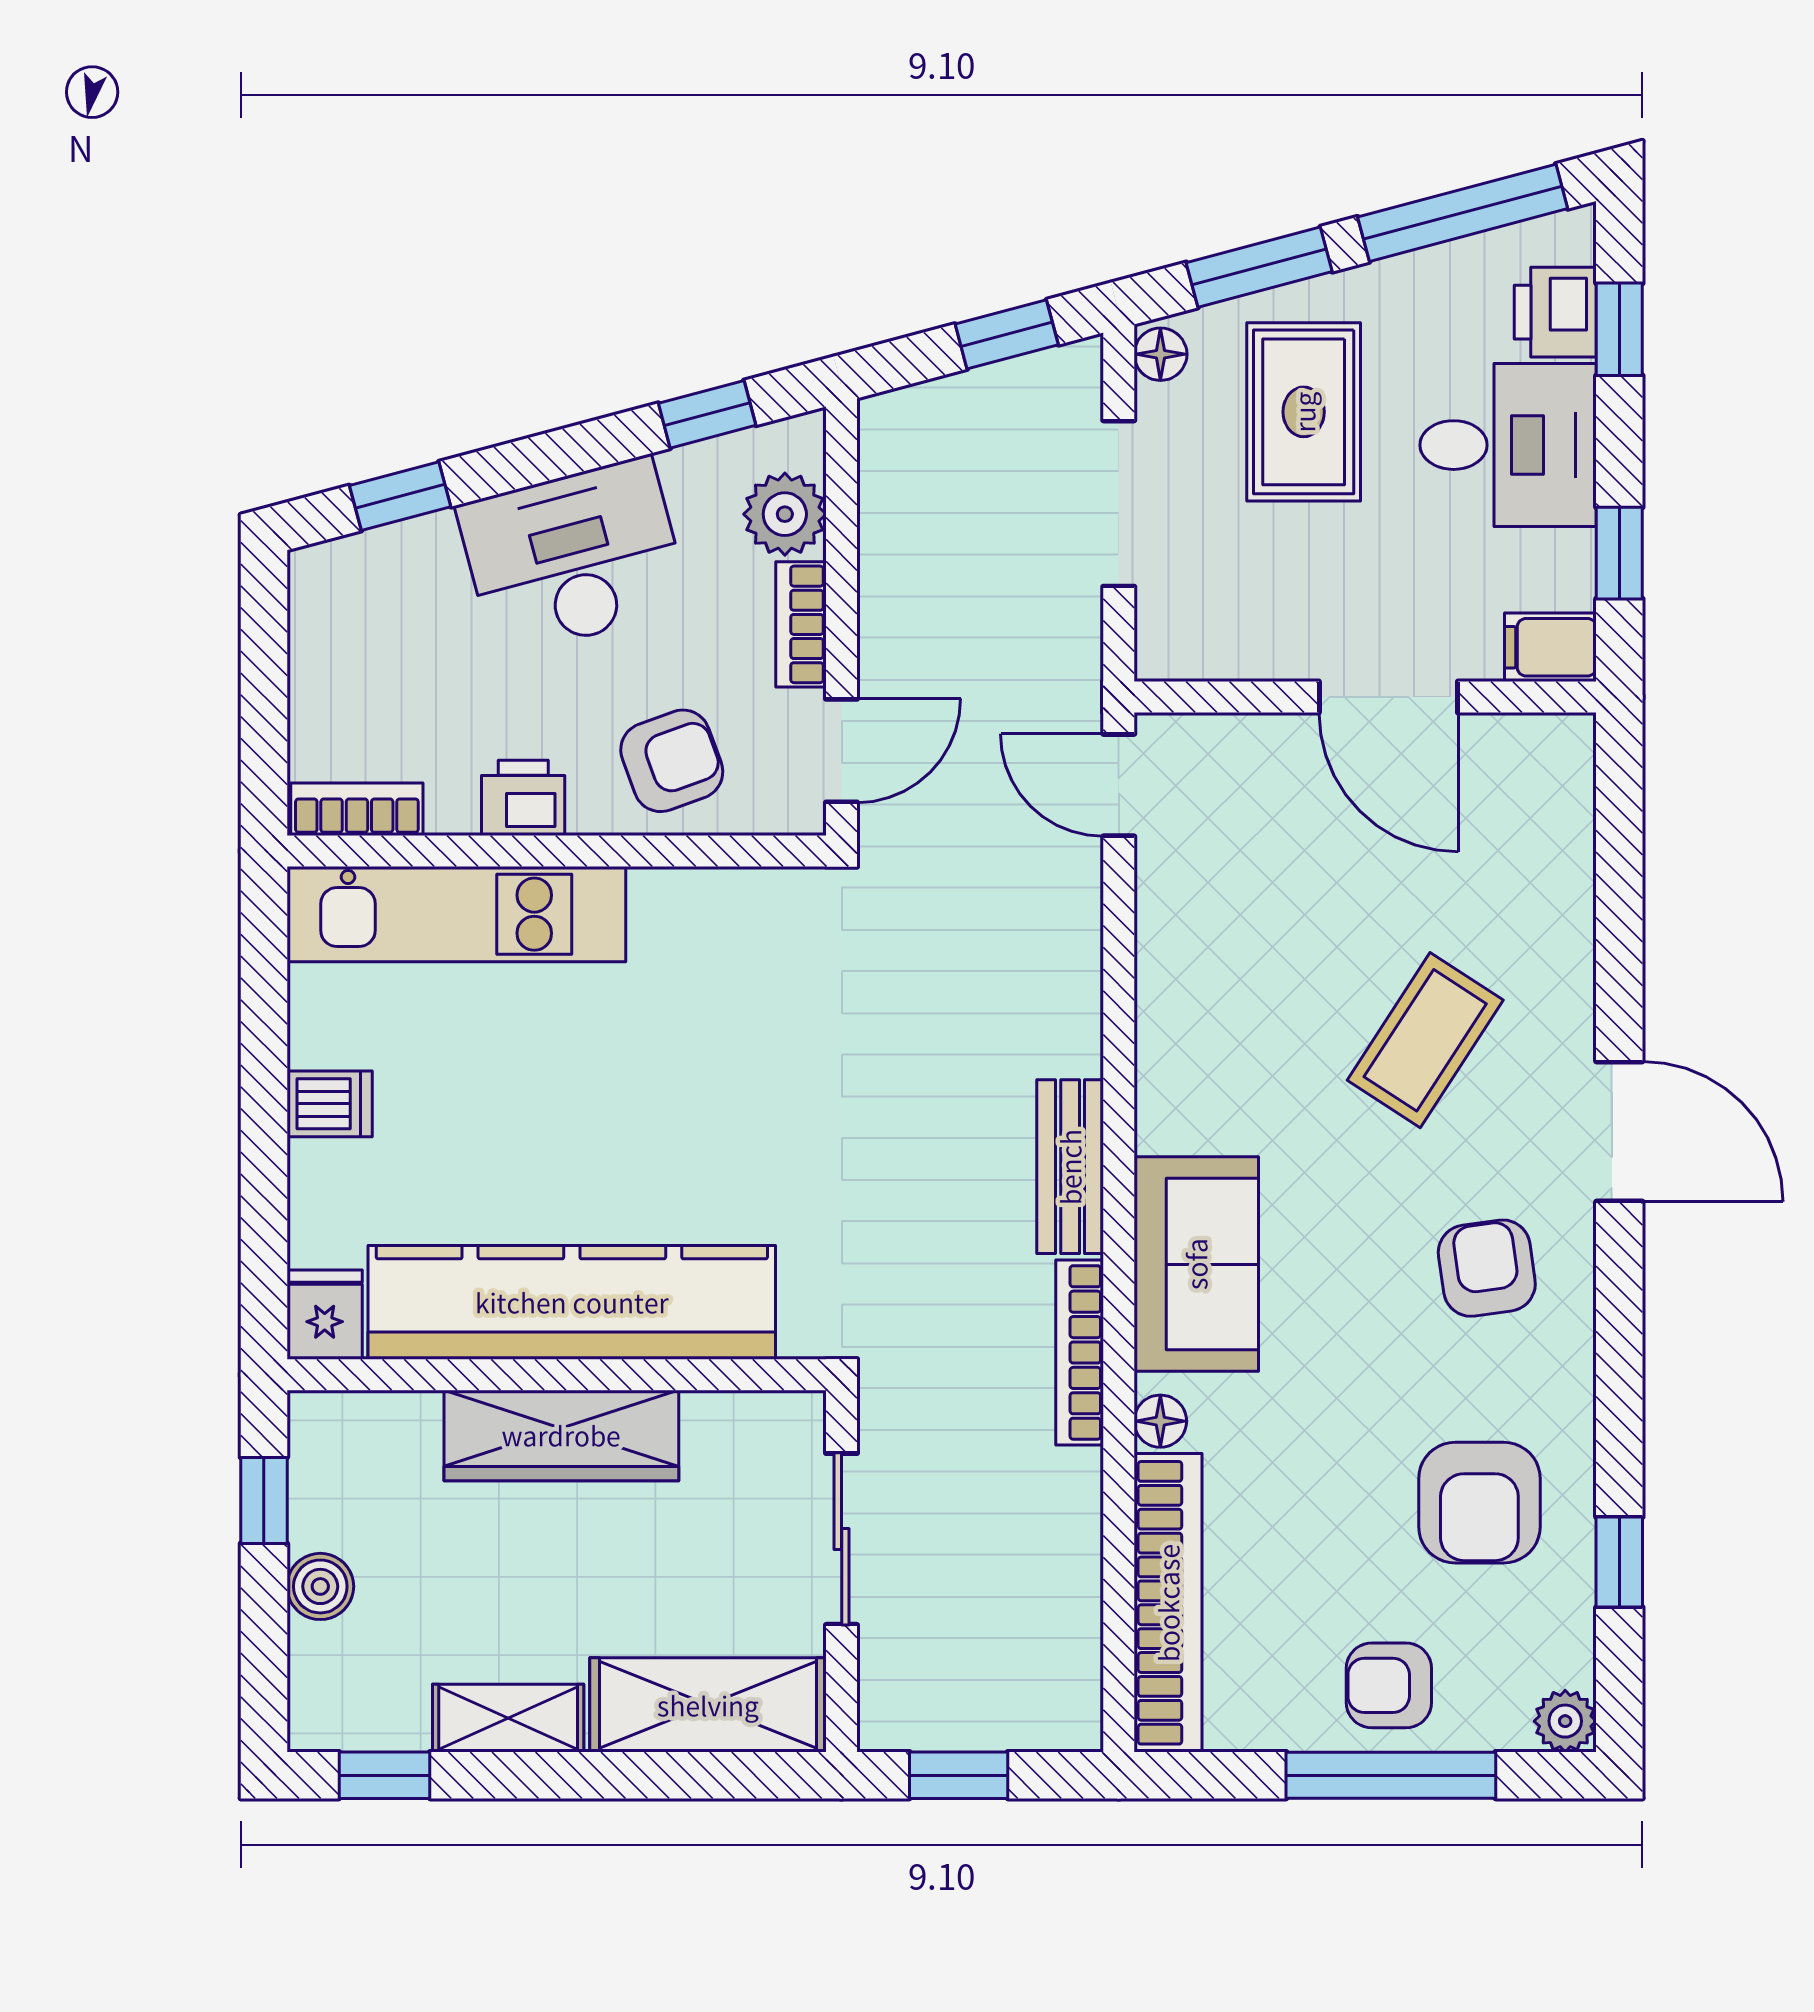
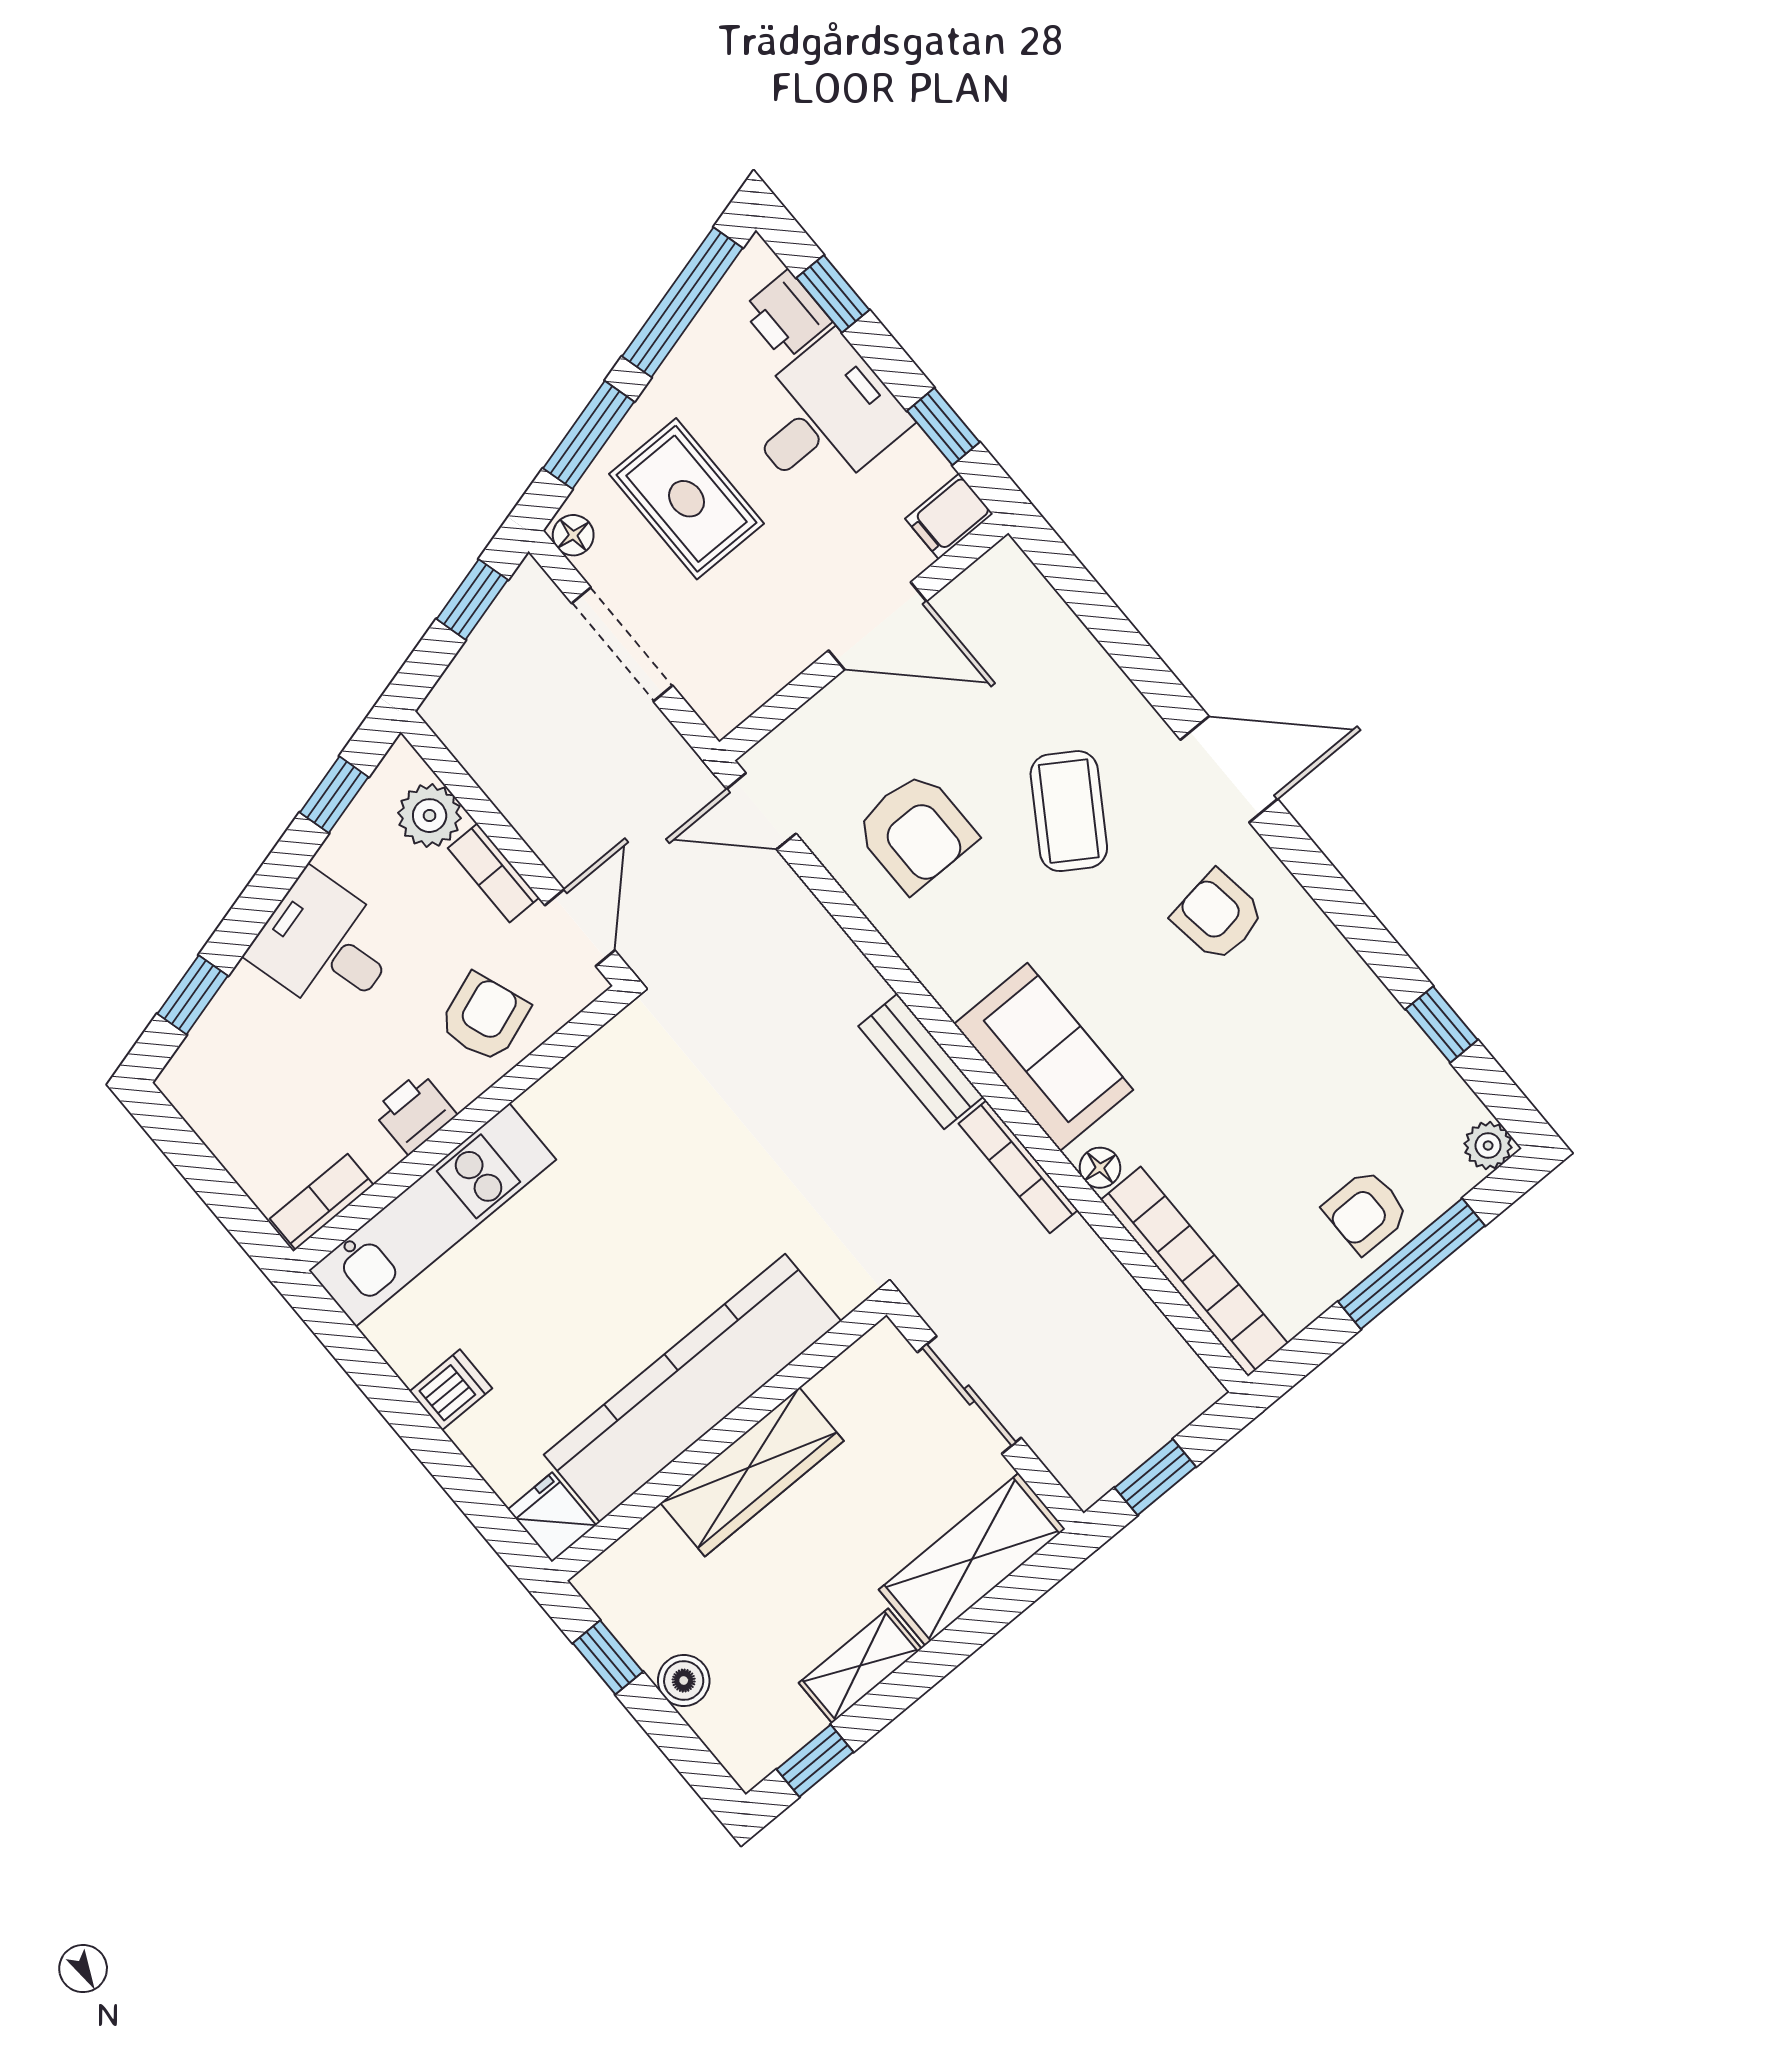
desk: (573, 557) -> (325, 945), width x0.73
armchair: (1479, 1503) -> (916, 832), moved

